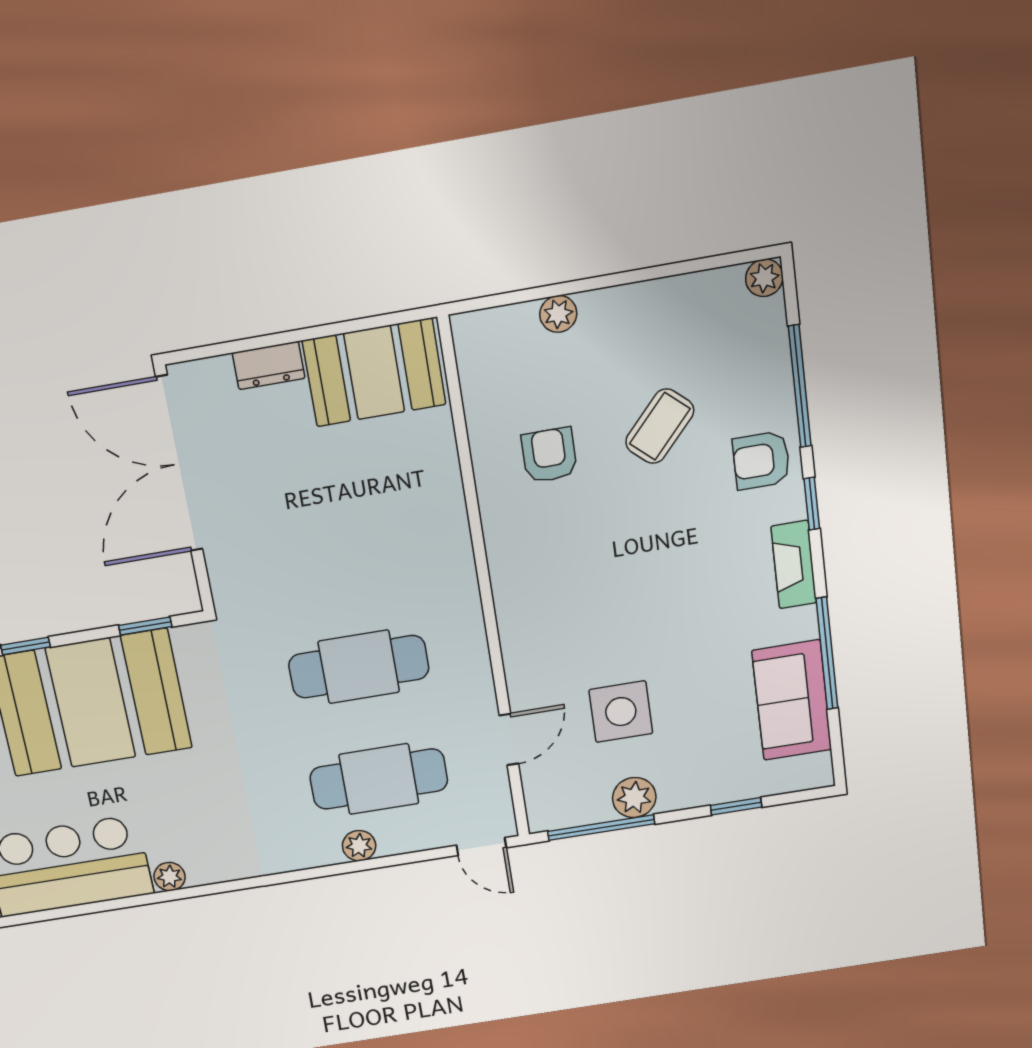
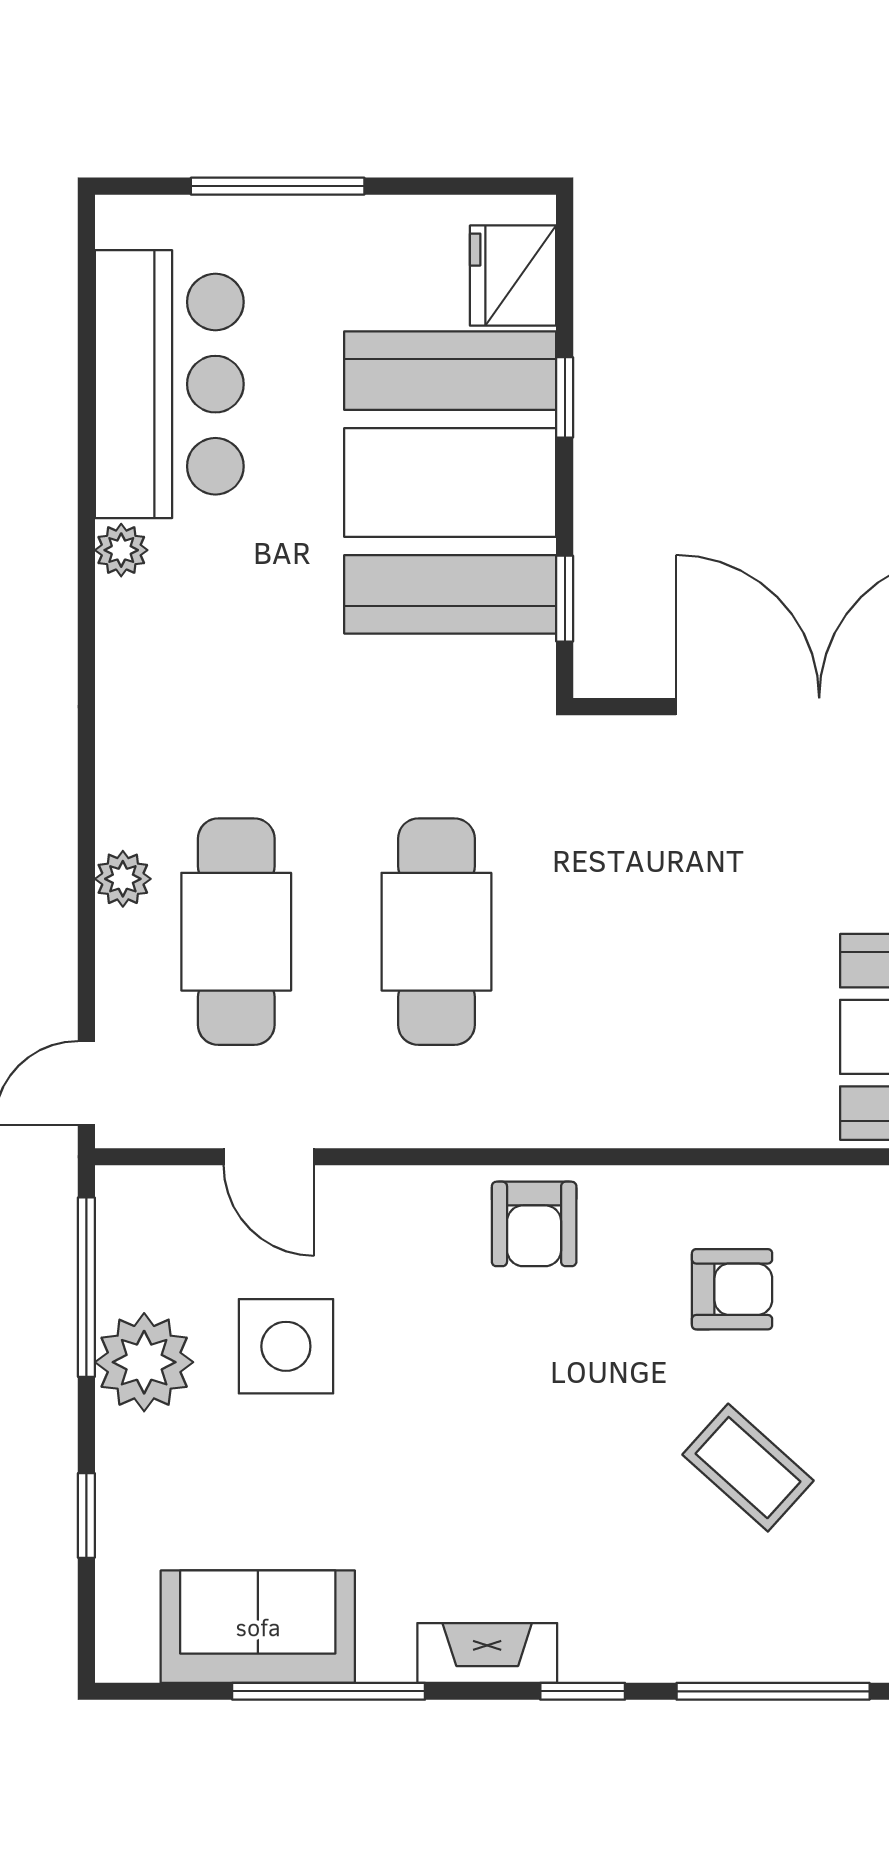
armchair: (761, 460) -> (534, 1224), moved, turned 180
plant: (634, 798) -> (144, 1362), width x1.36, depth x1.36

